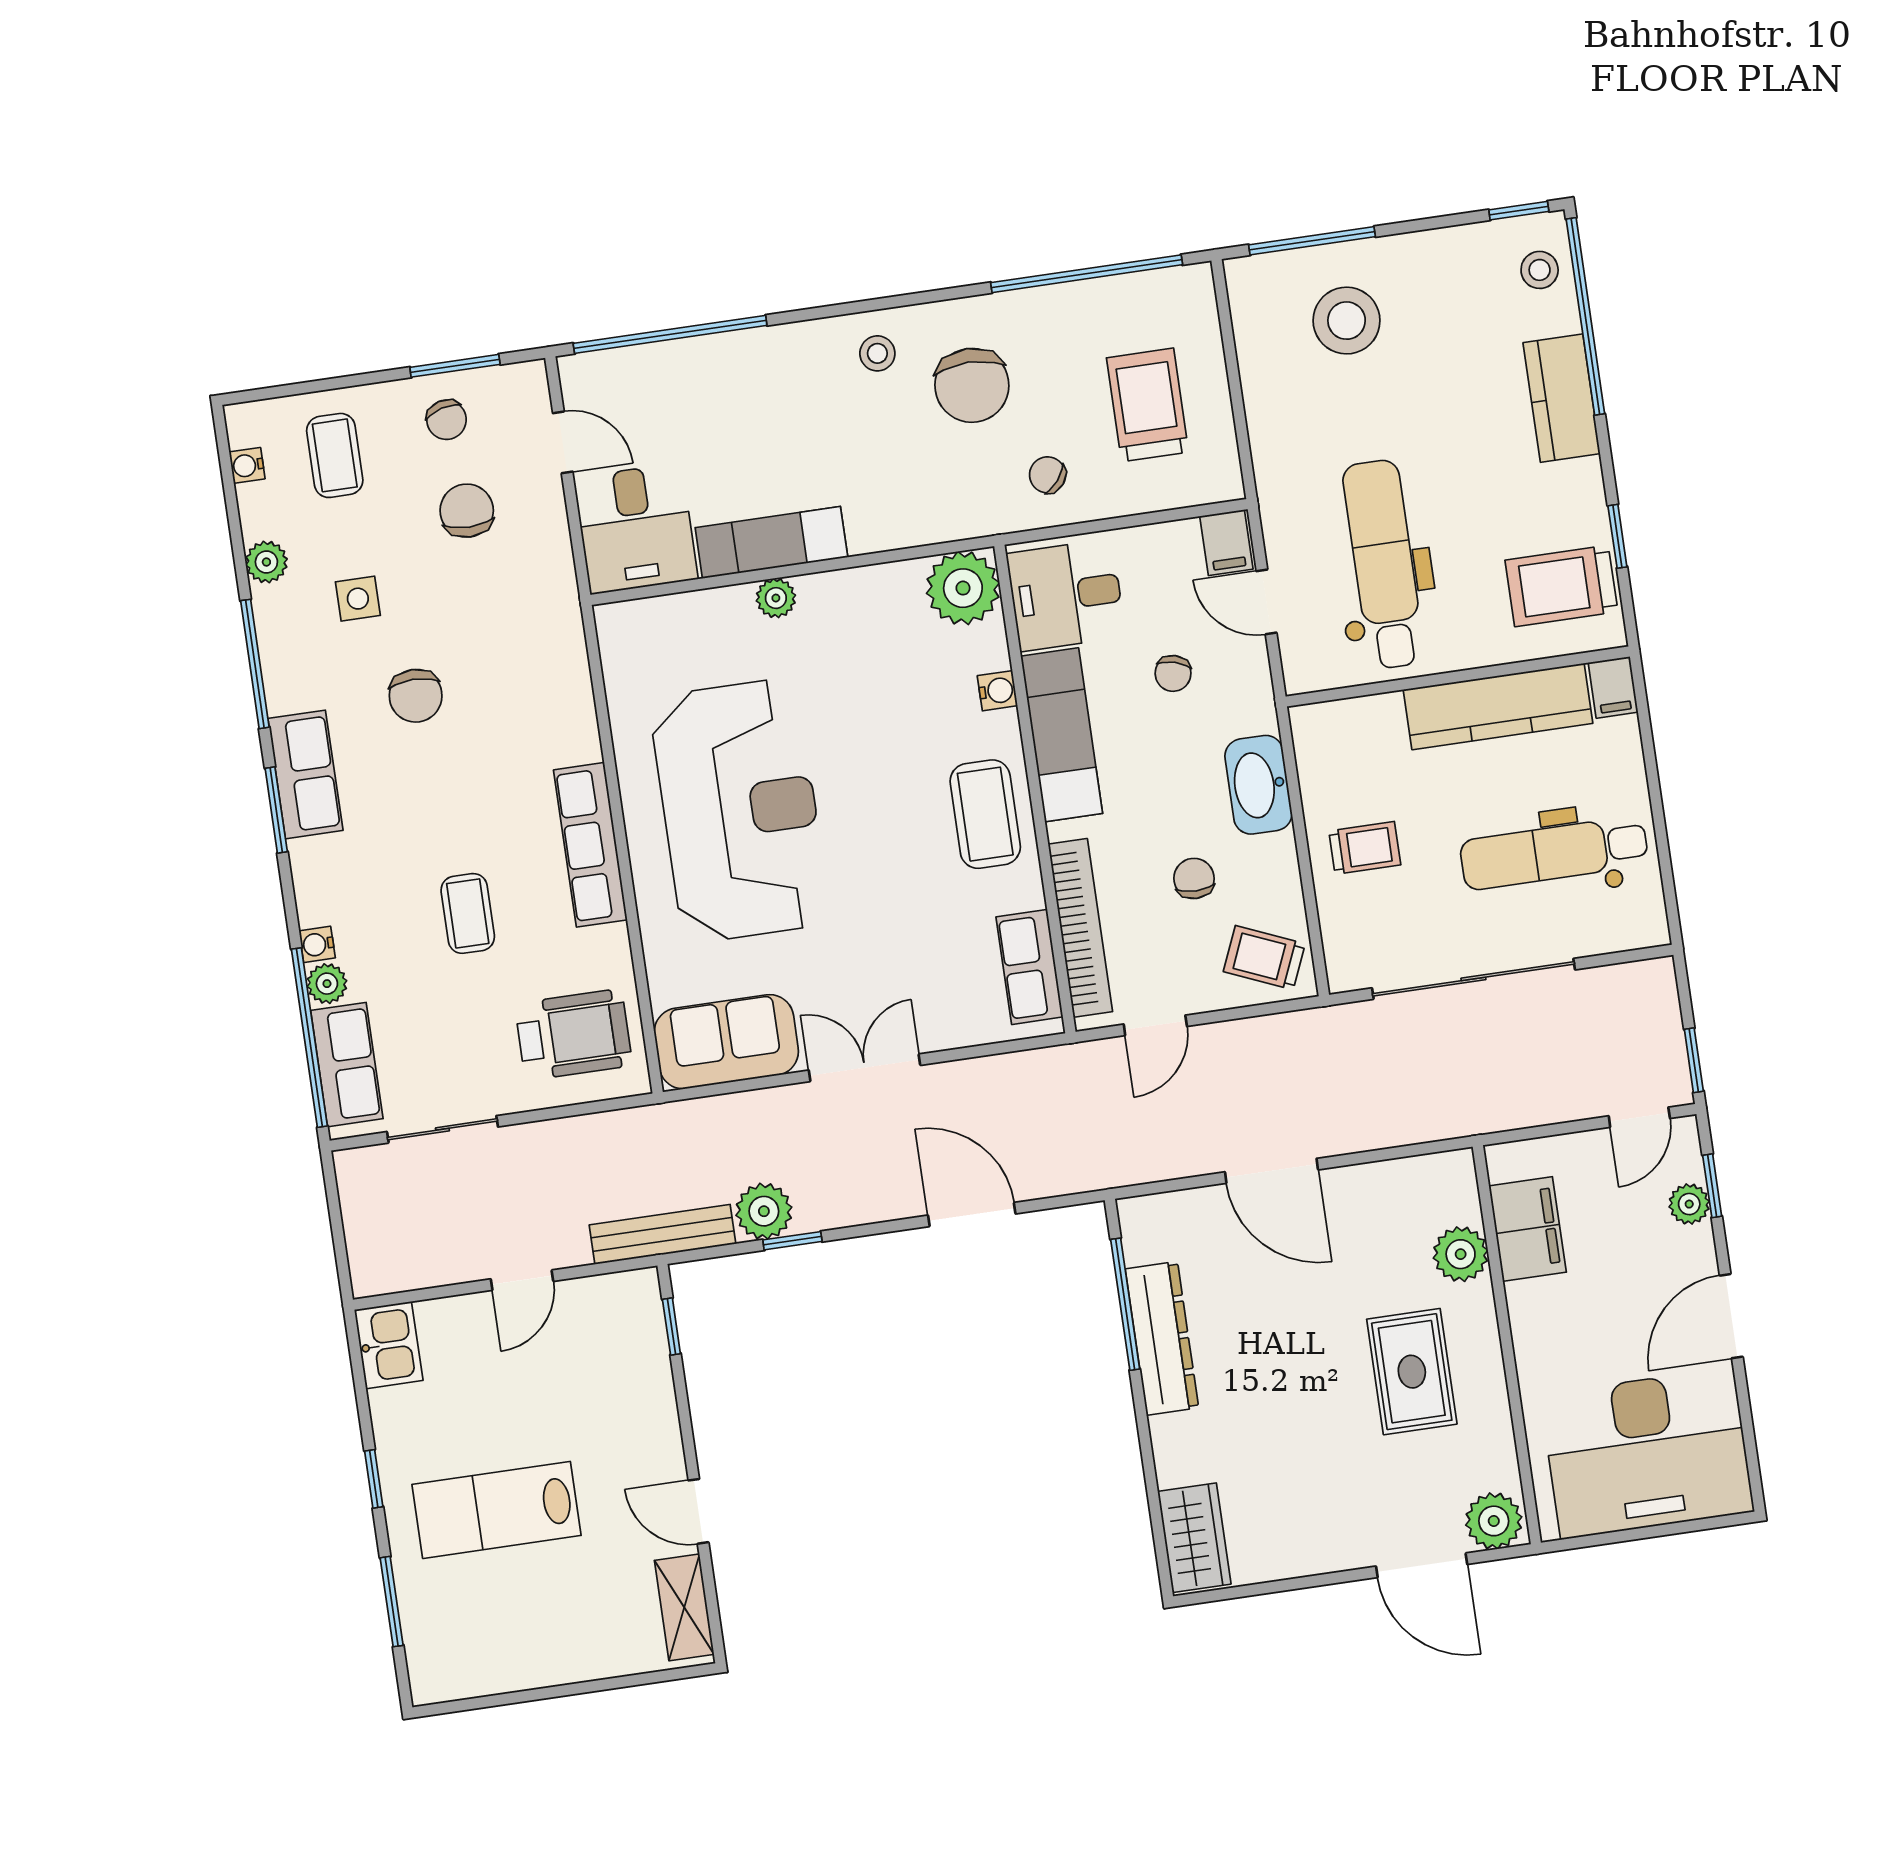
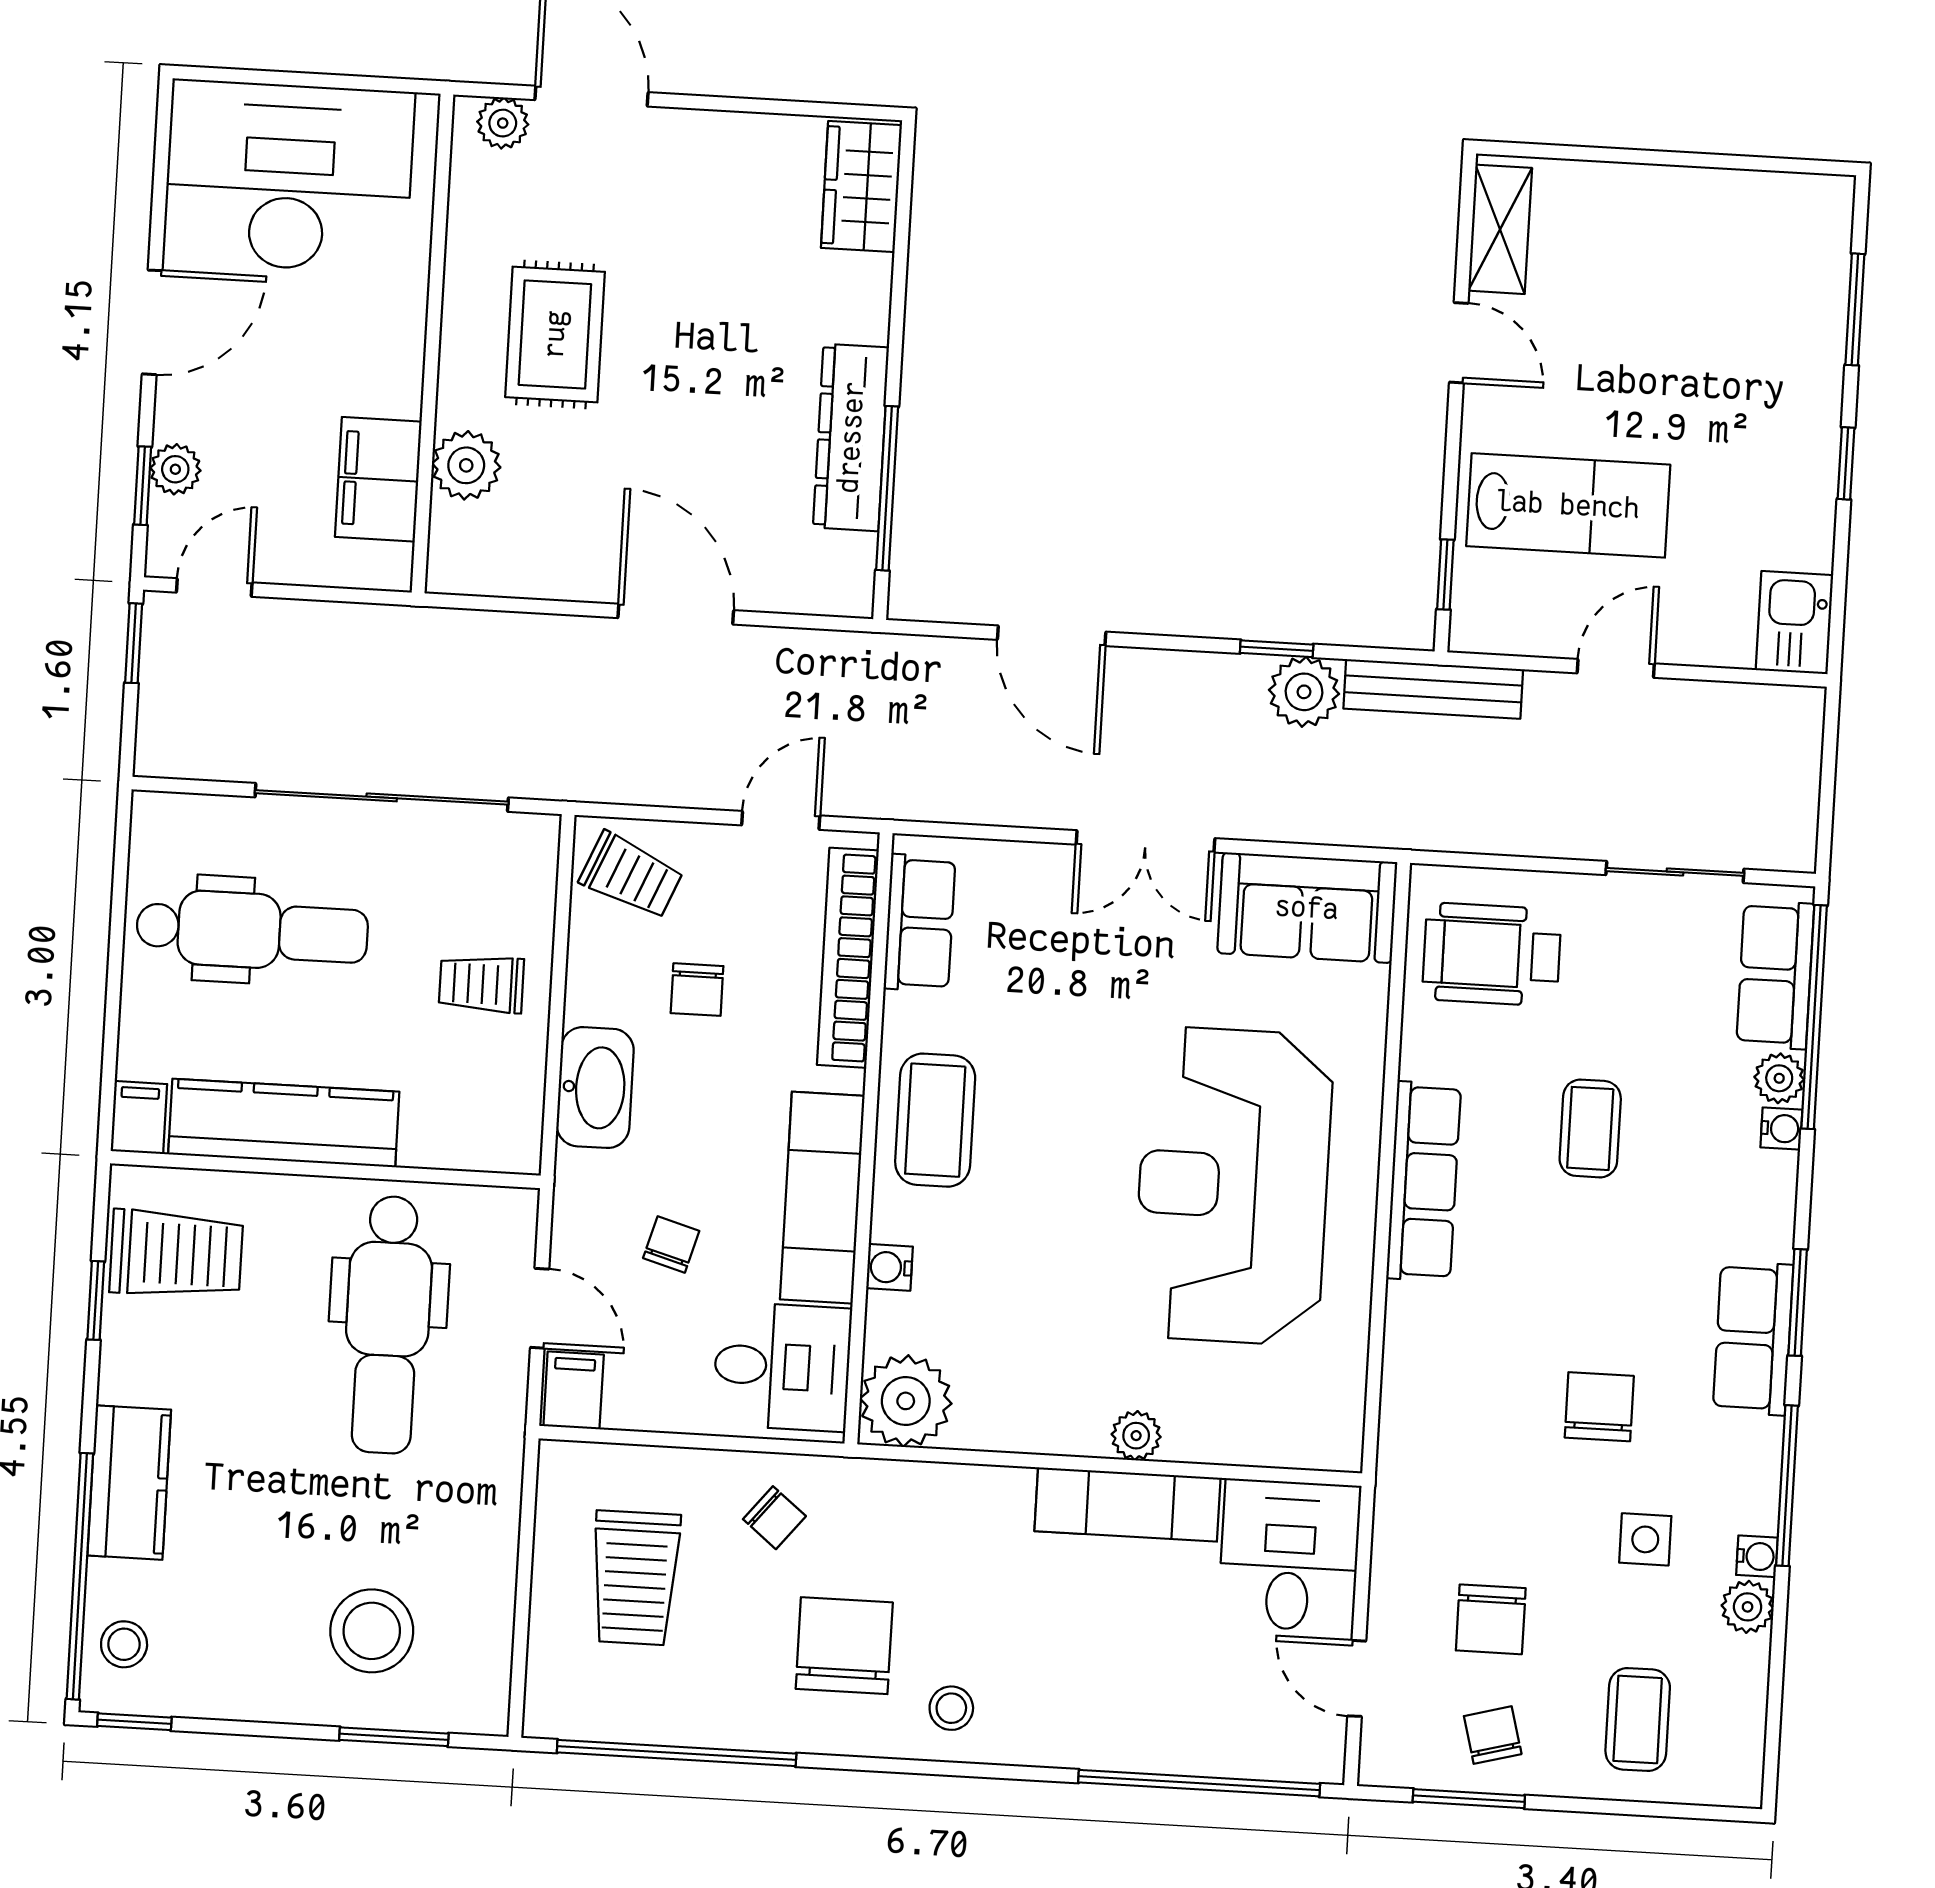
window: (1312, 241) -> (394, 1737), width x0.69
water cooler: (247, 465) -> (1757, 1556), moved
lab bench: (497, 1510) -> (1568, 505), moved
plant: (1494, 1521) -> (503, 123), width x0.73, depth x0.73

